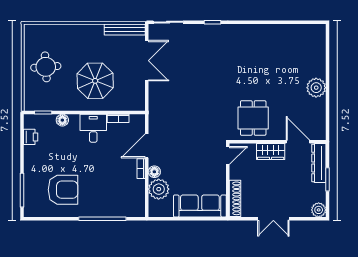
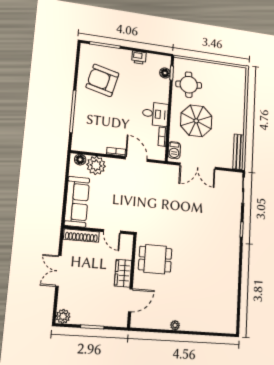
double door: (147, 61) -> (198, 166), moved
round table: (46, 67) -> (189, 85), moved
plant: (316, 88) -> (175, 325), width x0.53, depth x0.53
barbecue: (132, 104) -> (174, 150), added
floor lamp: (62, 120) -> (165, 73), moved
printer: (31, 137) -> (139, 58), moved
door: (228, 156) -> (112, 231), moved
dresser: (319, 163) -> (109, 319), removed
floor lamp: (154, 172) -> (80, 160), moved
armchair: (63, 190) -> (102, 80), turned 104

